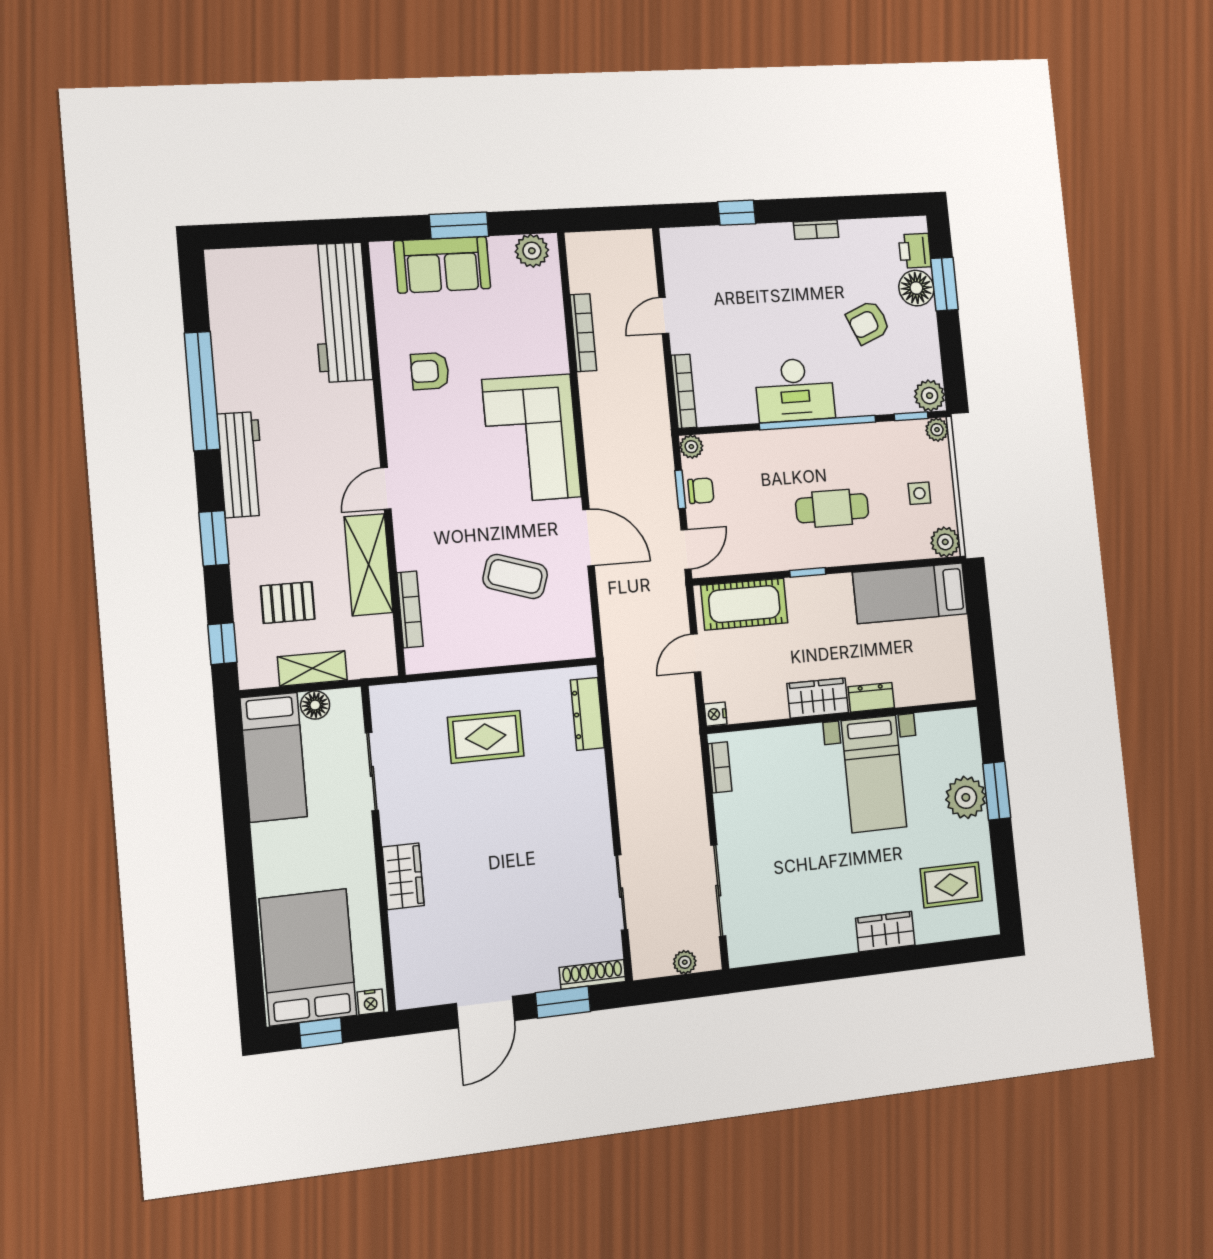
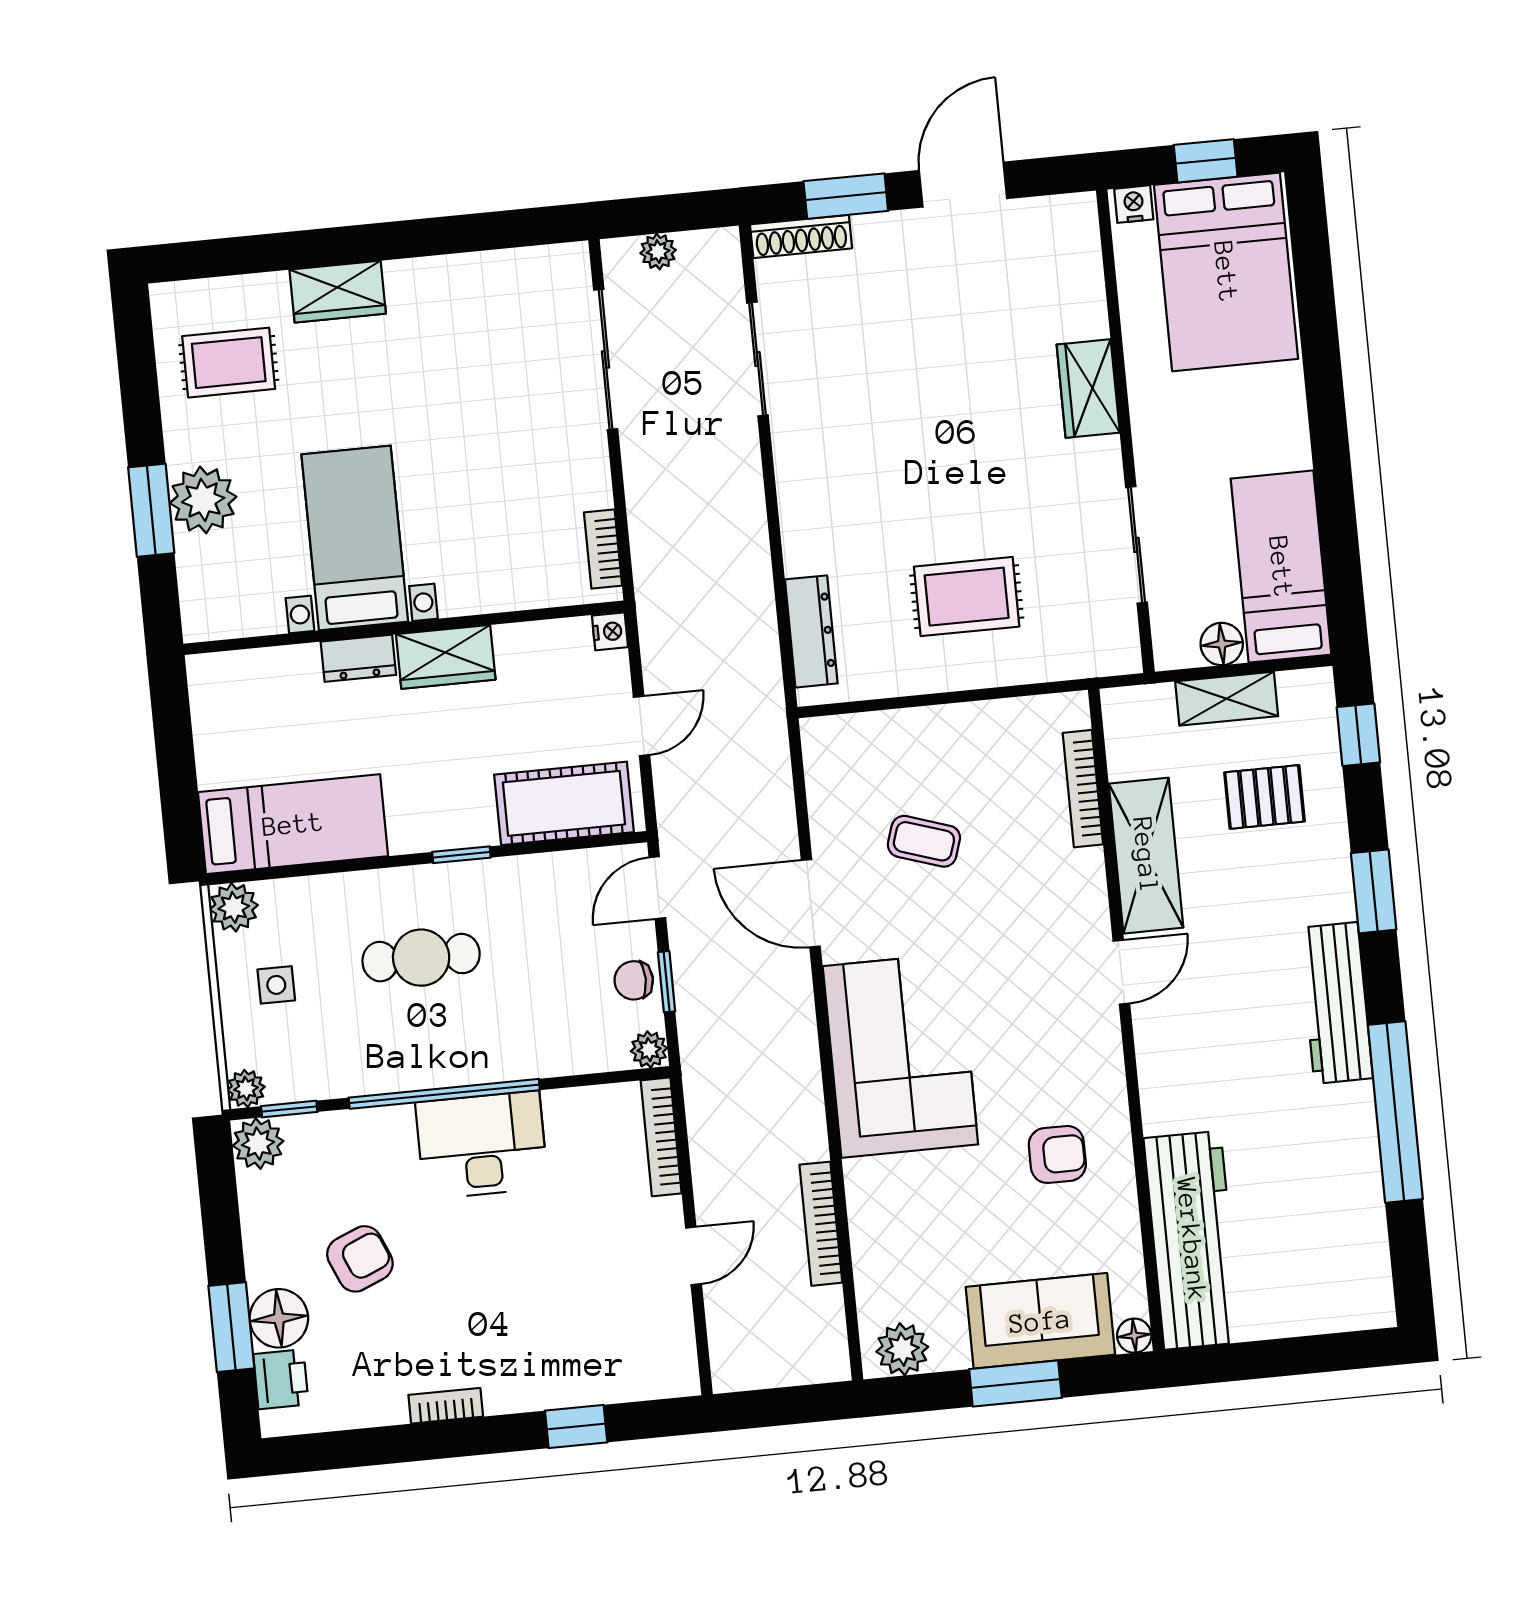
floor lamp: (381, 252) -> (1134, 1336), added
coffee table: (515, 576) -> (924, 841), width x0.73, depth x0.77

